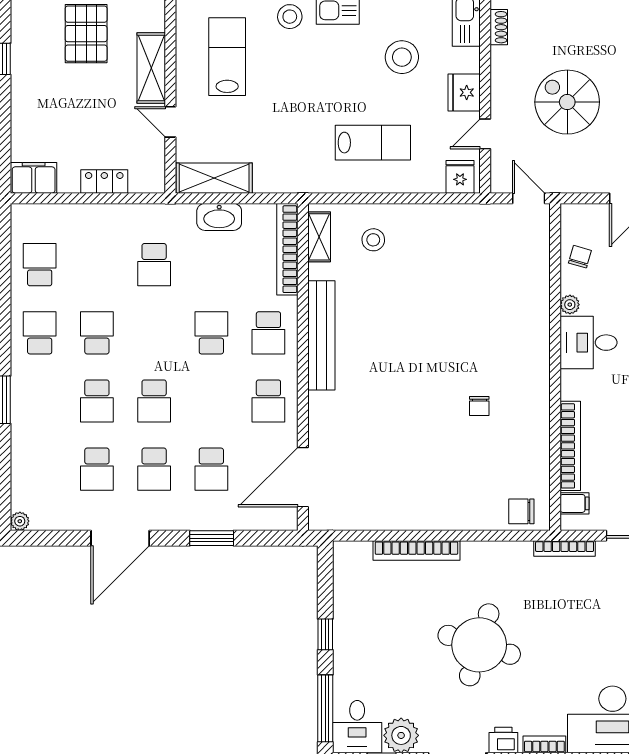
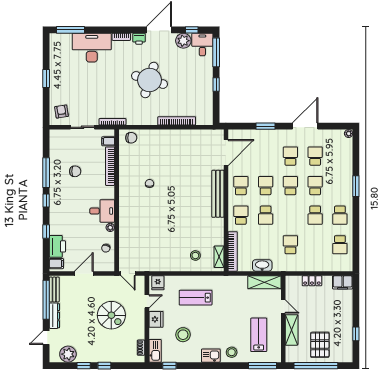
lab bench: (227, 57) -> (259, 335), turned 180
bench: (321, 335) -> (218, 194), moved
school desk: (211, 469) -> (266, 186), moved

